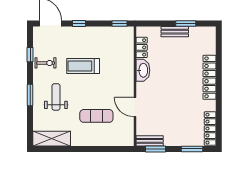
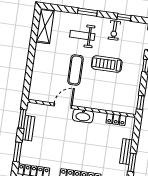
treadmill: (83, 66) -> (107, 64), turned -90
washbasin: (143, 70) -> (83, 116), moved
weight bench: (56, 97) -> (82, 35), turned 180
exercise mat: (96, 116) -> (75, 70), moved
bench: (150, 141) -> (28, 128), moved

